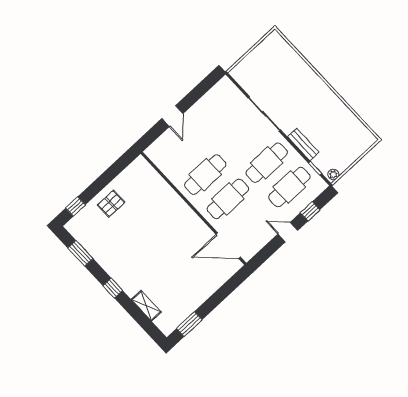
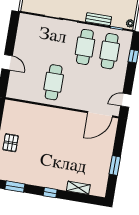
cafe table: (228, 199) -> (78, 86), removed
door: (288, 232) -> (126, 100), moved
window: (189, 324) -> (115, 165), moved

